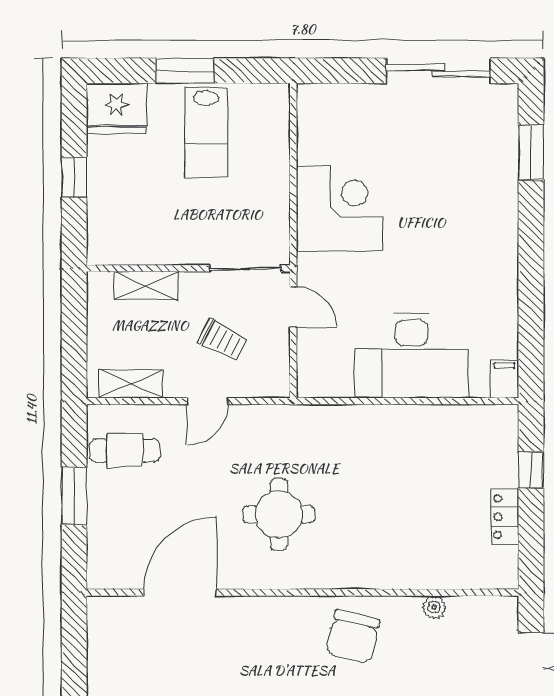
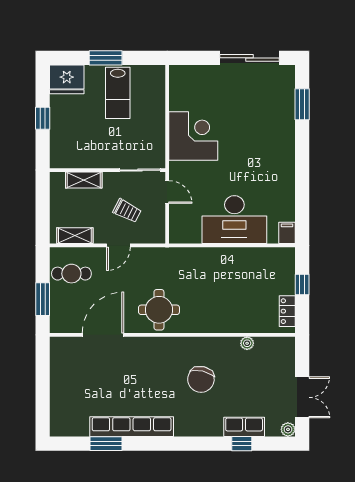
door: (180, 592) -> (103, 335), moved
wall: (303, 592) -> (172, 335), moved
plant: (434, 607) -> (247, 343), moved

